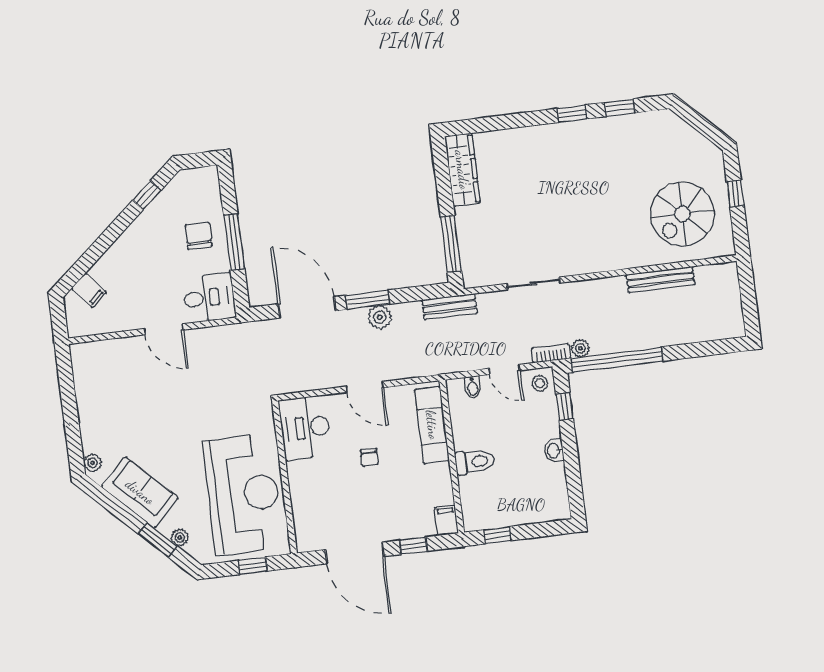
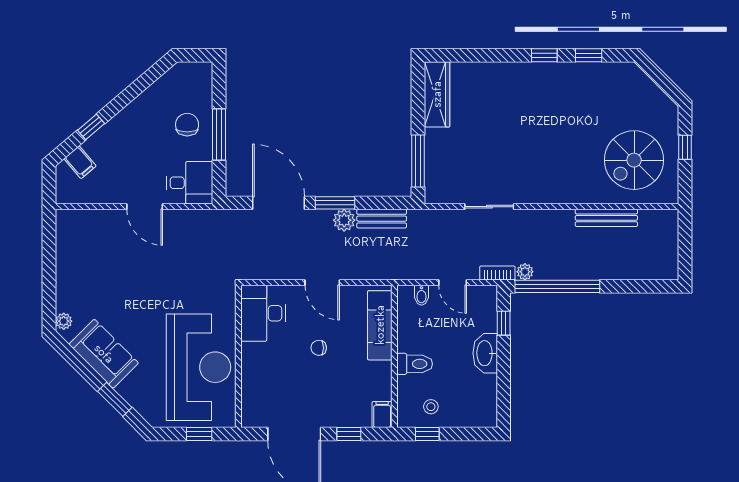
window: (147, 195) -> (91, 127), moved
bench: (450, 307) -> (382, 219), moved
stool: (540, 383) -> (431, 407), moved
washbasin: (554, 451) -> (485, 353), width x1.91, depth x1.45
chair: (369, 457) -> (319, 348), turned 90
plant: (180, 537) -> (135, 400), removed

